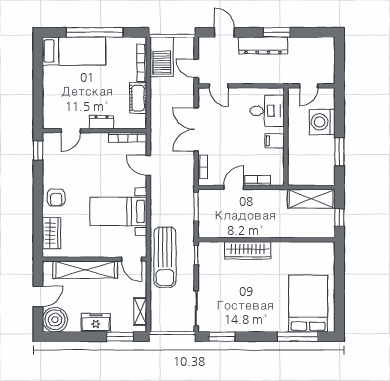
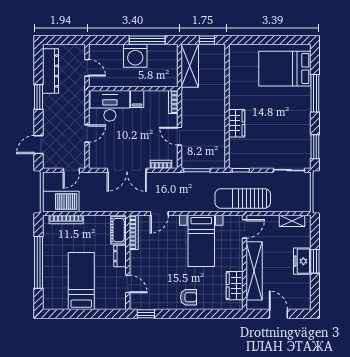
dresser: (263, 46) -> (51, 71), moved
bed: (74, 51) -> (81, 281), moved
door: (219, 86) -> (87, 133), moved
cot: (138, 98) -> (119, 230), moved, turned 90
desk: (267, 111) -> (110, 106), width x1.37
washing machine: (322, 122) -> (135, 56), moved
window: (339, 152) -> (147, 40), width x1.44
bookcase: (258, 181) -> (173, 102), moved
wardrobe: (52, 233) -> (235, 286), moved, turned -90
wardrobe: (248, 250) -> (237, 123), width x0.67
sun lounger: (165, 257) -> (243, 198), turned 180
boiler: (55, 320) -> (299, 298), removed
window: (120, 337) -> (315, 261), moved
window: (298, 337) -> (315, 93), moved

